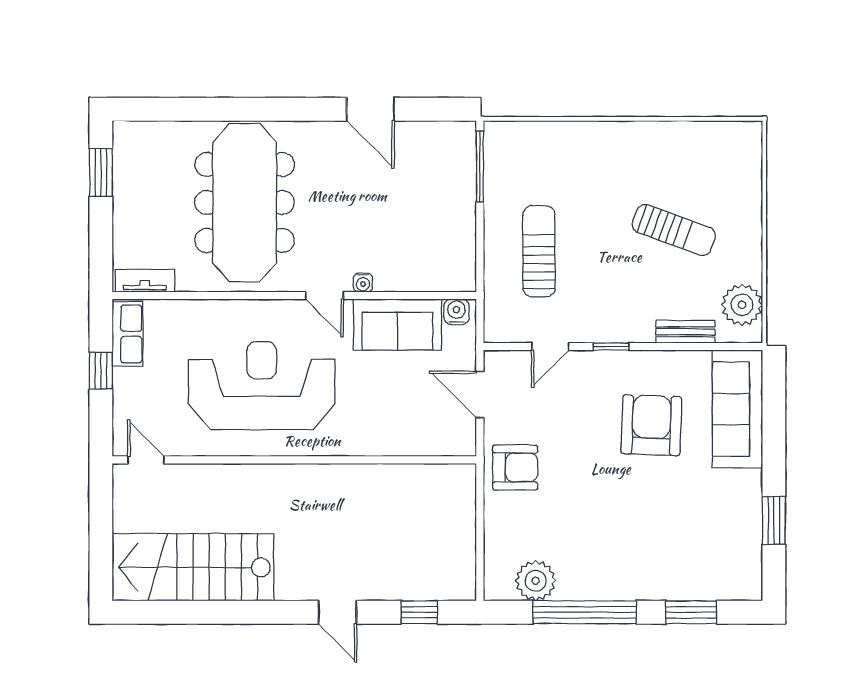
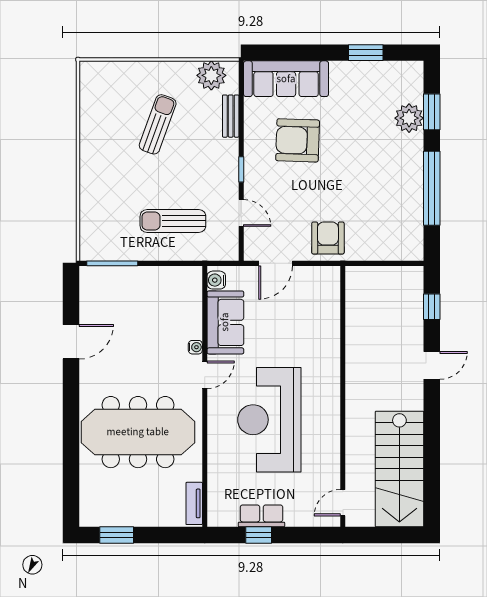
row of seats: (128, 334) -> (261, 516), moved
door: (146, 460) -> (343, 503), moved
wall: (294, 460) -> (343, 396), moved
plant: (536, 581) -> (409, 118), moved

